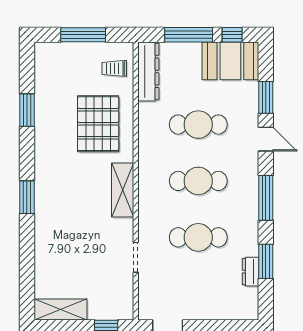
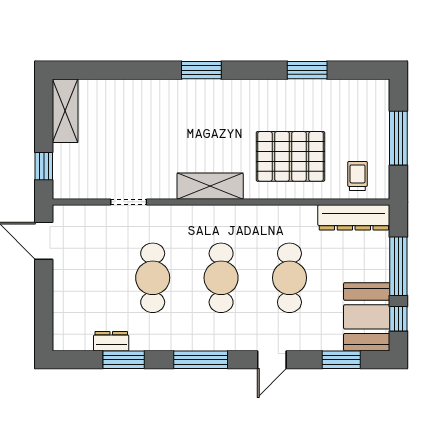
window: (266, 97) -> (341, 360), moved

